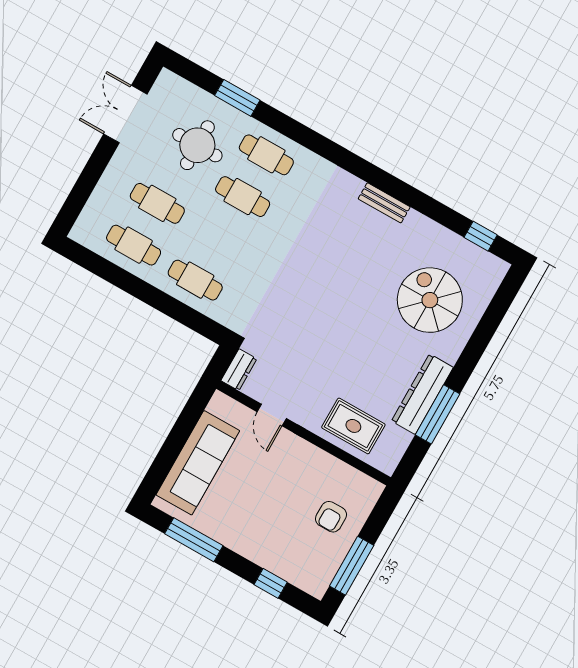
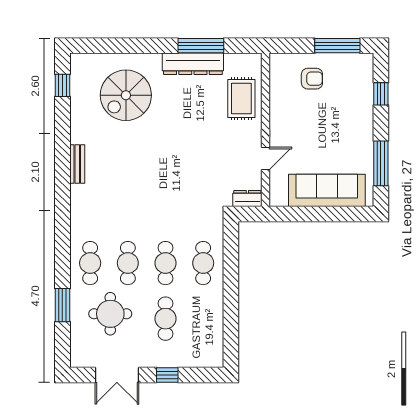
window: (94, 170) -> (167, 375), added
cafe table: (134, 245) -> (166, 263), moved

